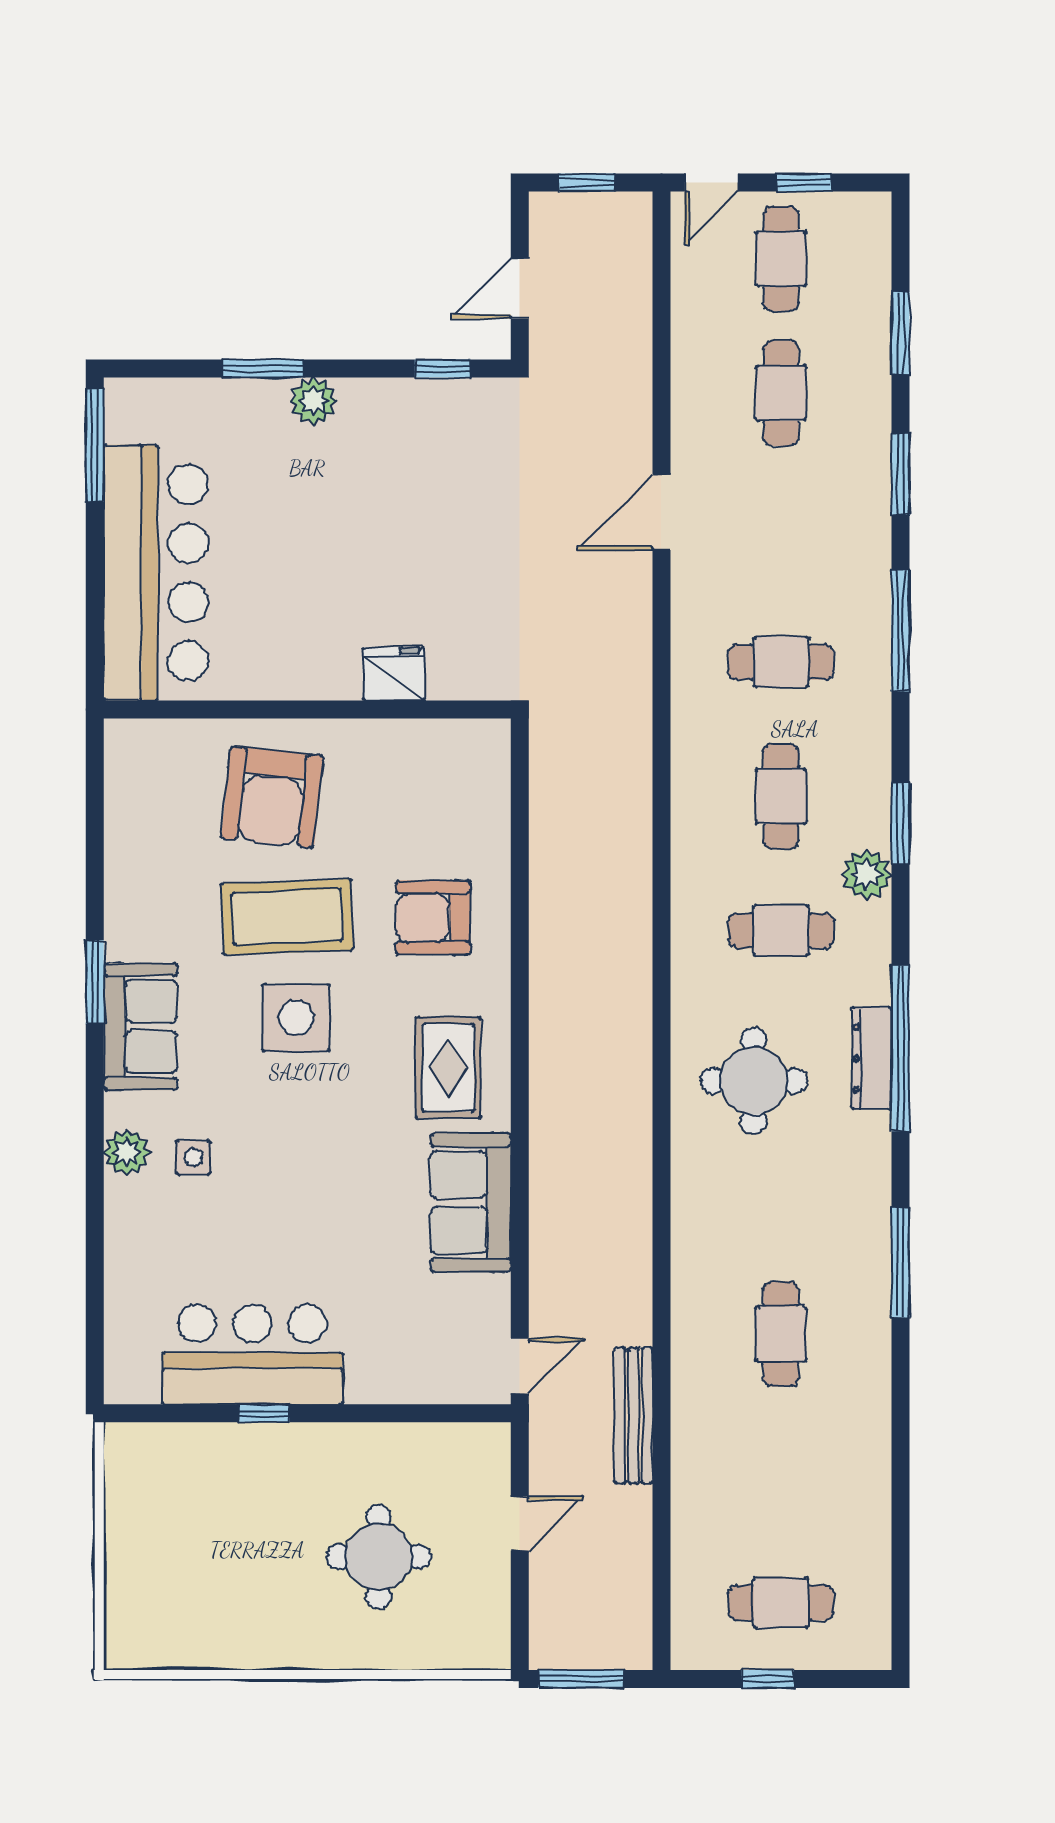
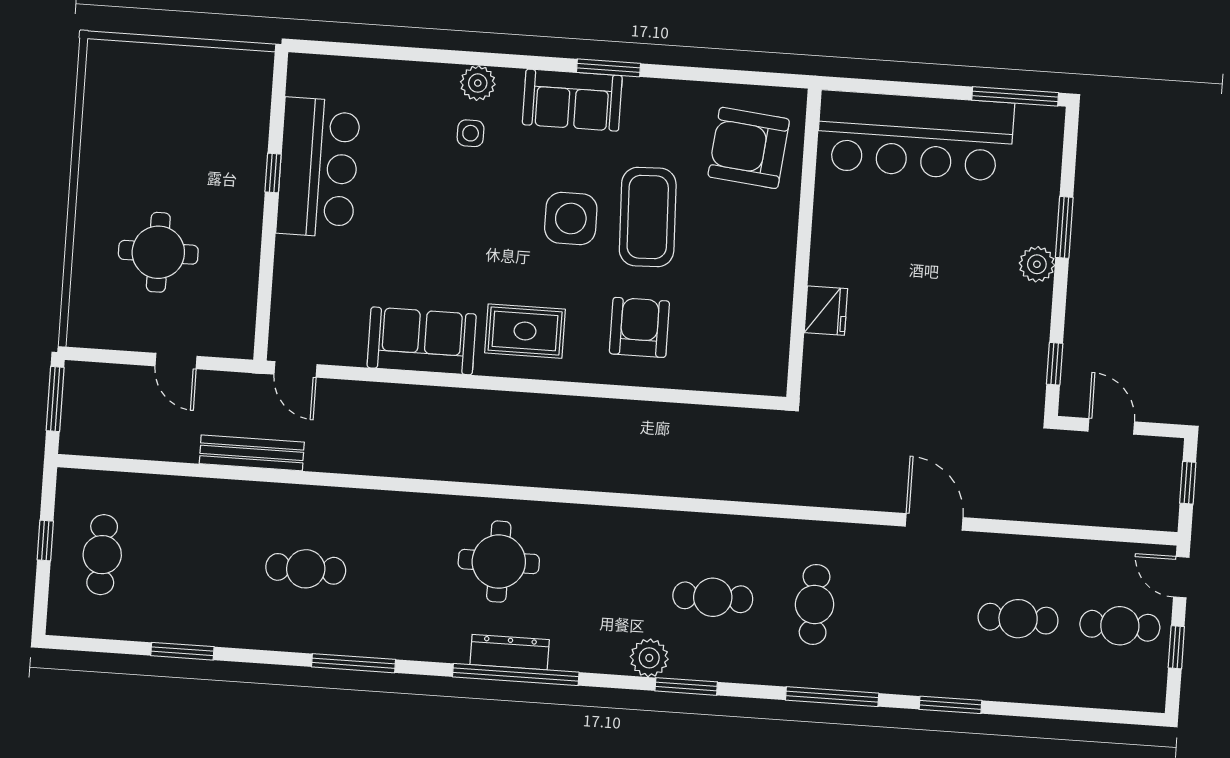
window: (900, 333) -> (182, 651), moved
armchair: (272, 797) -> (749, 148), moved
cafe table: (781, 931) -> (611, 590), removed

